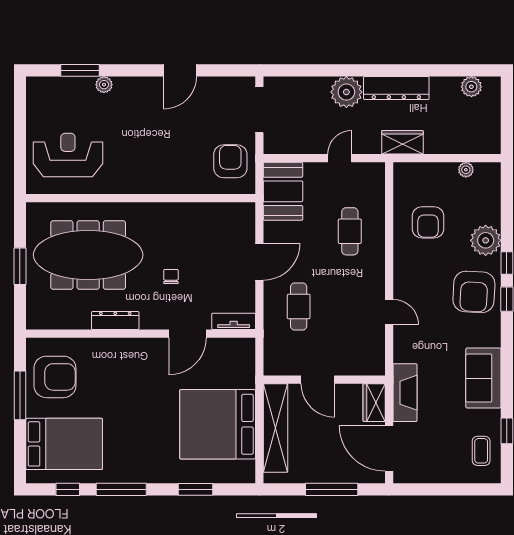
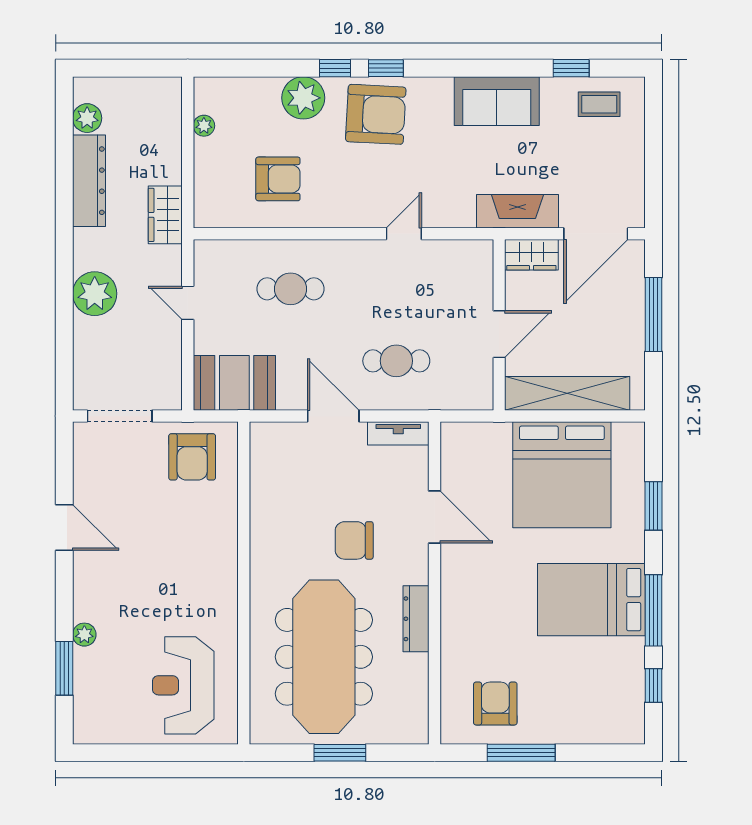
dresser: (396, 88) -> (89, 181), moved
armchair: (230, 161) -> (192, 457), turned -90
chair: (171, 277) -> (354, 540), width x1.87, depth x1.87
tv unit: (234, 321) -> (398, 433), moved, turned -90
armchair: (55, 377) -> (495, 704), width x0.73, depth x0.73
bed: (64, 444) -> (591, 600), moved, turned -90

